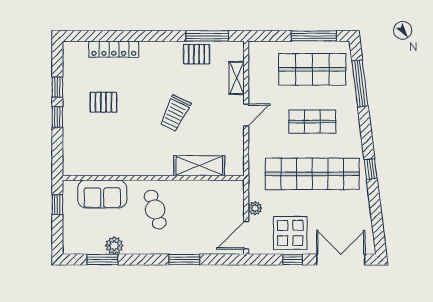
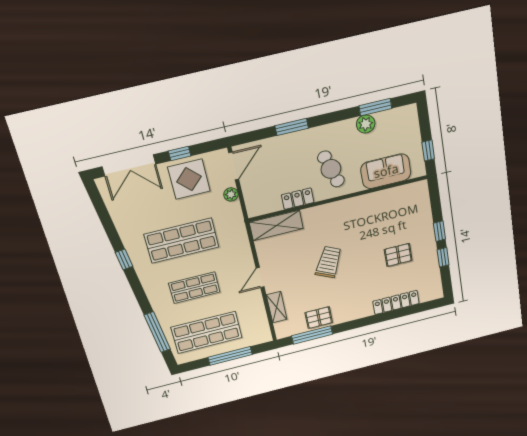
window: (314, 36) -> (230, 356), moved
shelving: (199, 166) -> (276, 225), moved
shop shelf: (312, 174) -> (182, 241), width x0.71
locker: (193, 188) -> (298, 199), added

